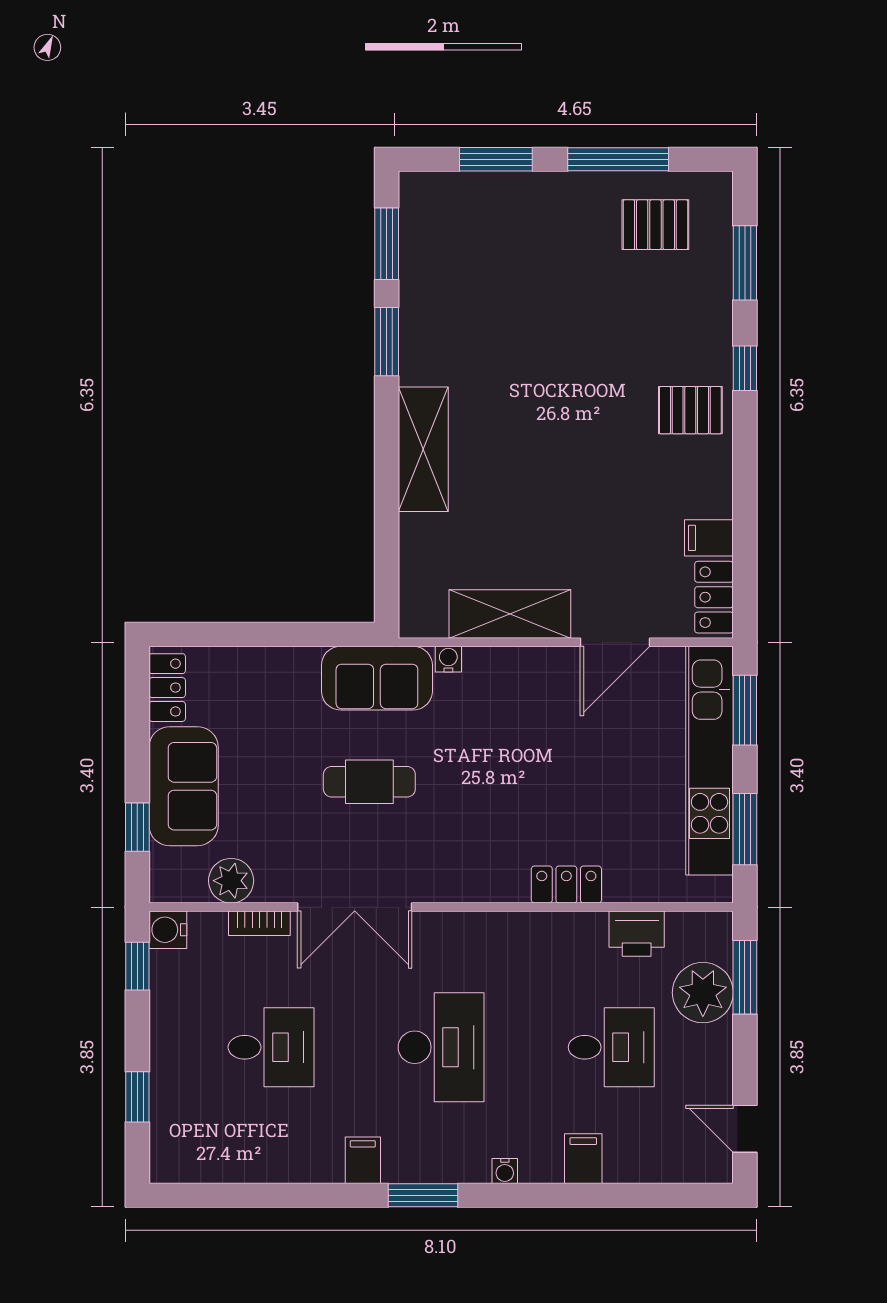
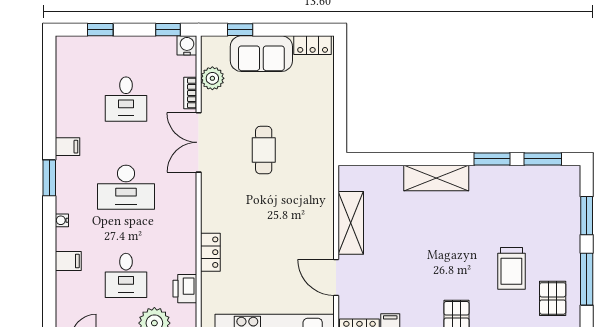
trolley: (597, 304) -> (511, 268), added
water cooler: (448, 659) -> (327, 191), removed
sofa: (377, 678) -> (317, 154), removed

